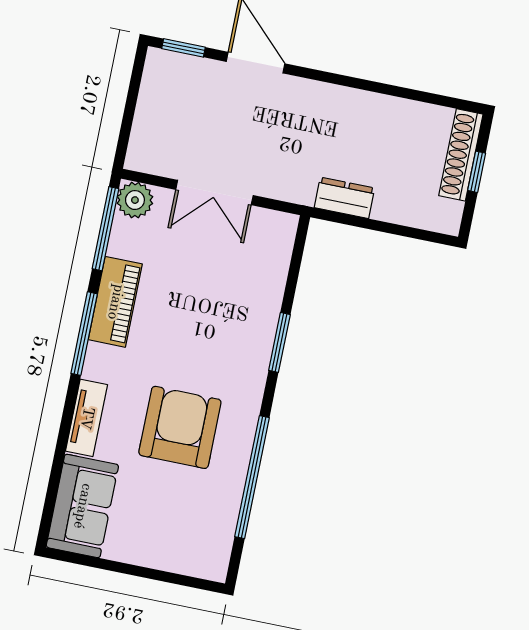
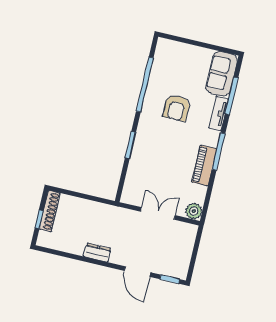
shoe rack: (461, 155) -> (50, 211), moved
dresser: (344, 198) -> (97, 253), moved, turned 180
window: (105, 229) -> (232, 96), moved
armchair: (180, 427) -> (177, 108), width x0.73, depth x0.73

